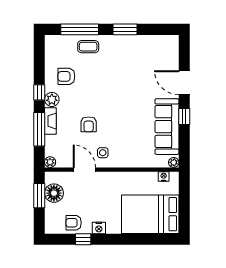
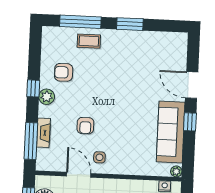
fireplace: (50, 121) -> (43, 133), moved
window: (39, 129) -> (31, 141), moved
plant: (50, 162) -> (42, 165), removed

